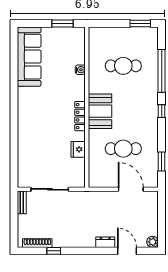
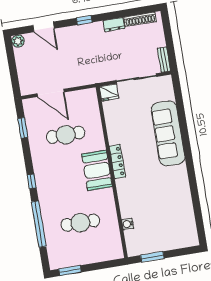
sofa: (29, 57) -> (168, 133), moved
water cooler: (80, 70) -> (128, 224), moved
fridge: (78, 149) -> (109, 92), moved, turned 90
dresser: (105, 242) -> (114, 25), moved
window: (54, 251) -> (84, 20), moved

